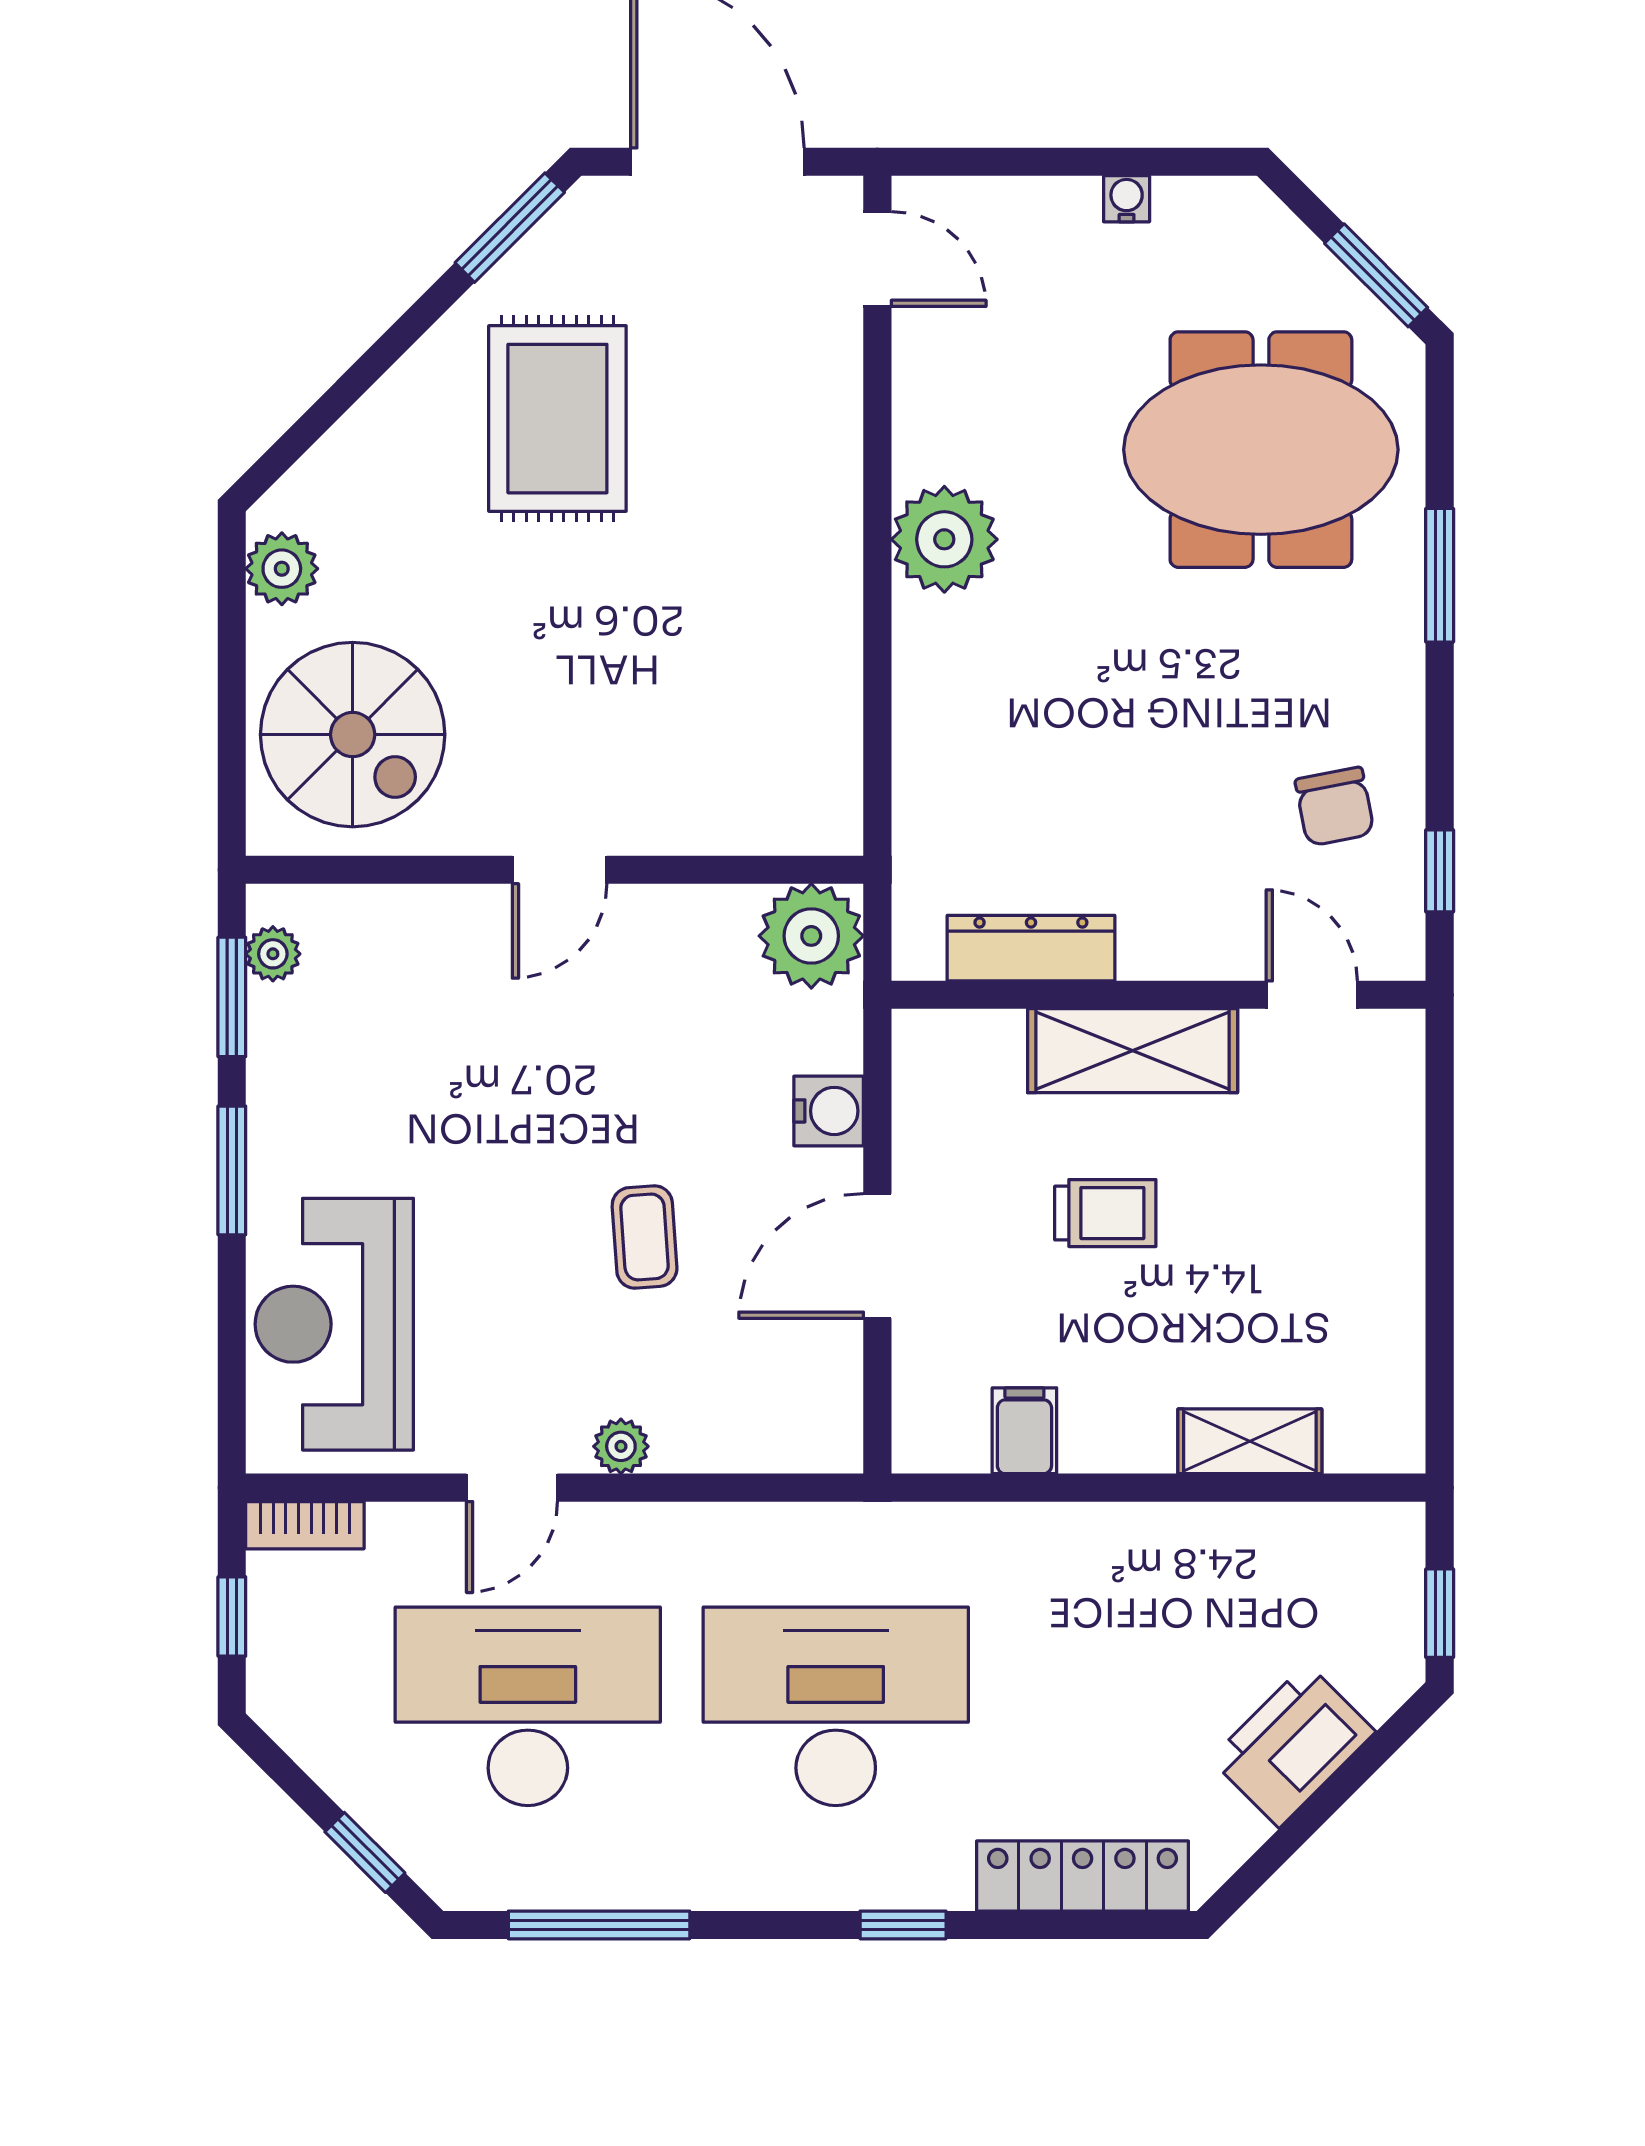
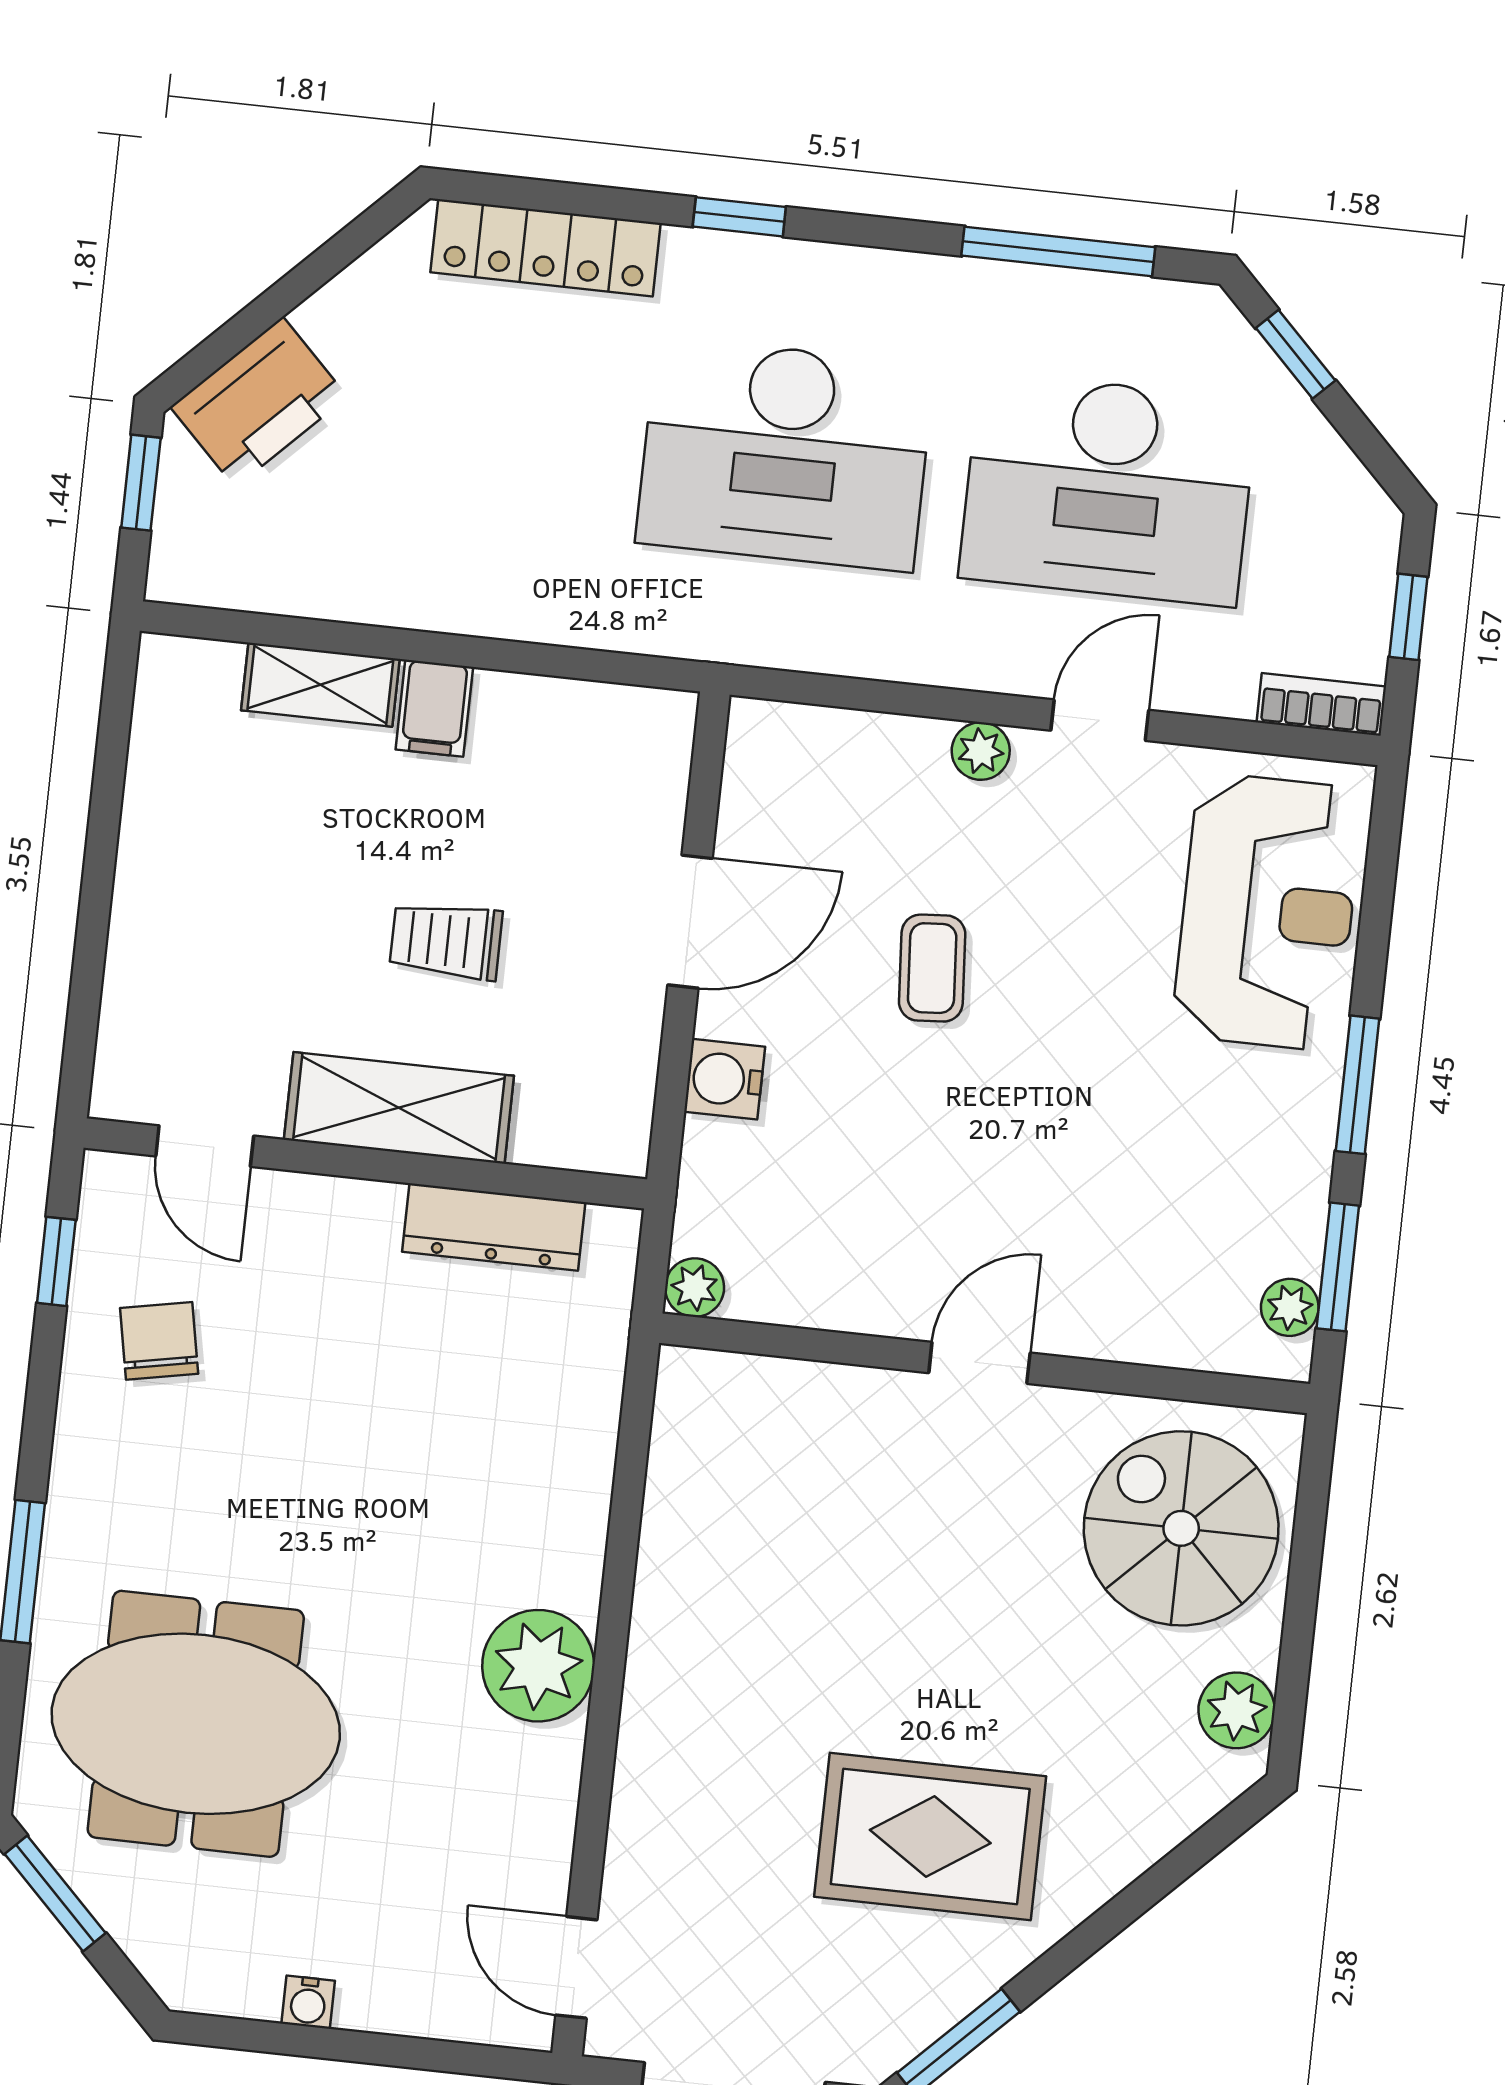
rug: (557, 419) -> (930, 1836), turned 90
plant: (811, 936) -> (695, 1288), width x0.53, depth x0.53
filing cabinet: (1024, 1431) -> (434, 708), moved
printer: (1293, 1745) -> (259, 402), moved

